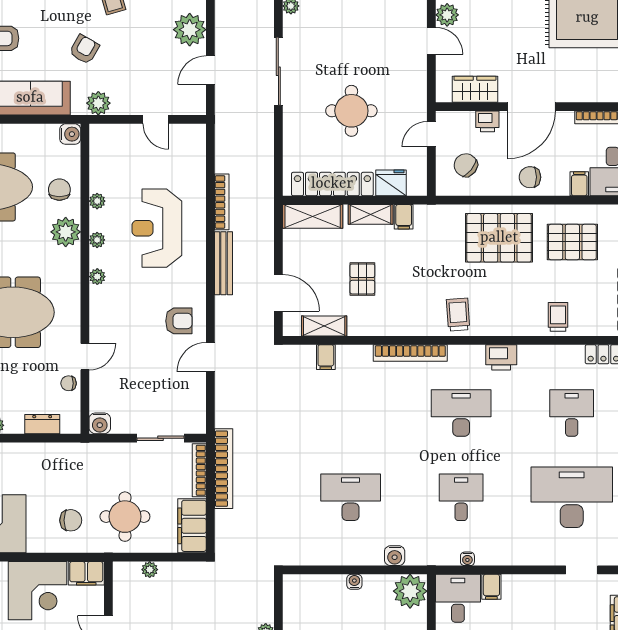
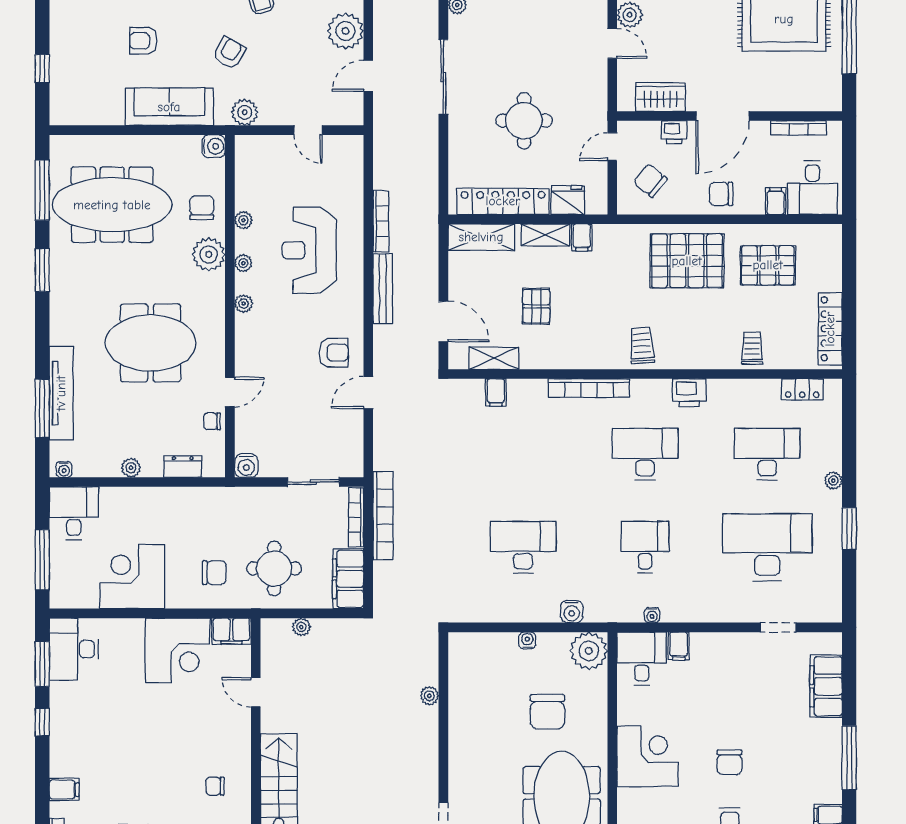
desk: (572, 413) -> (767, 454), width x1.37

